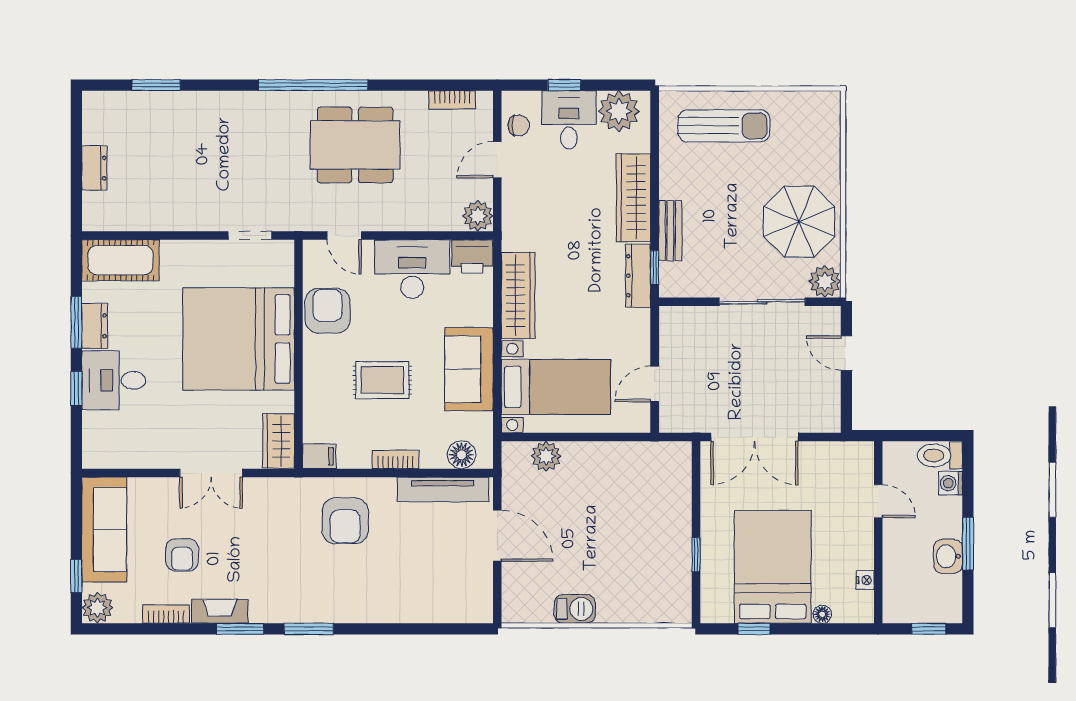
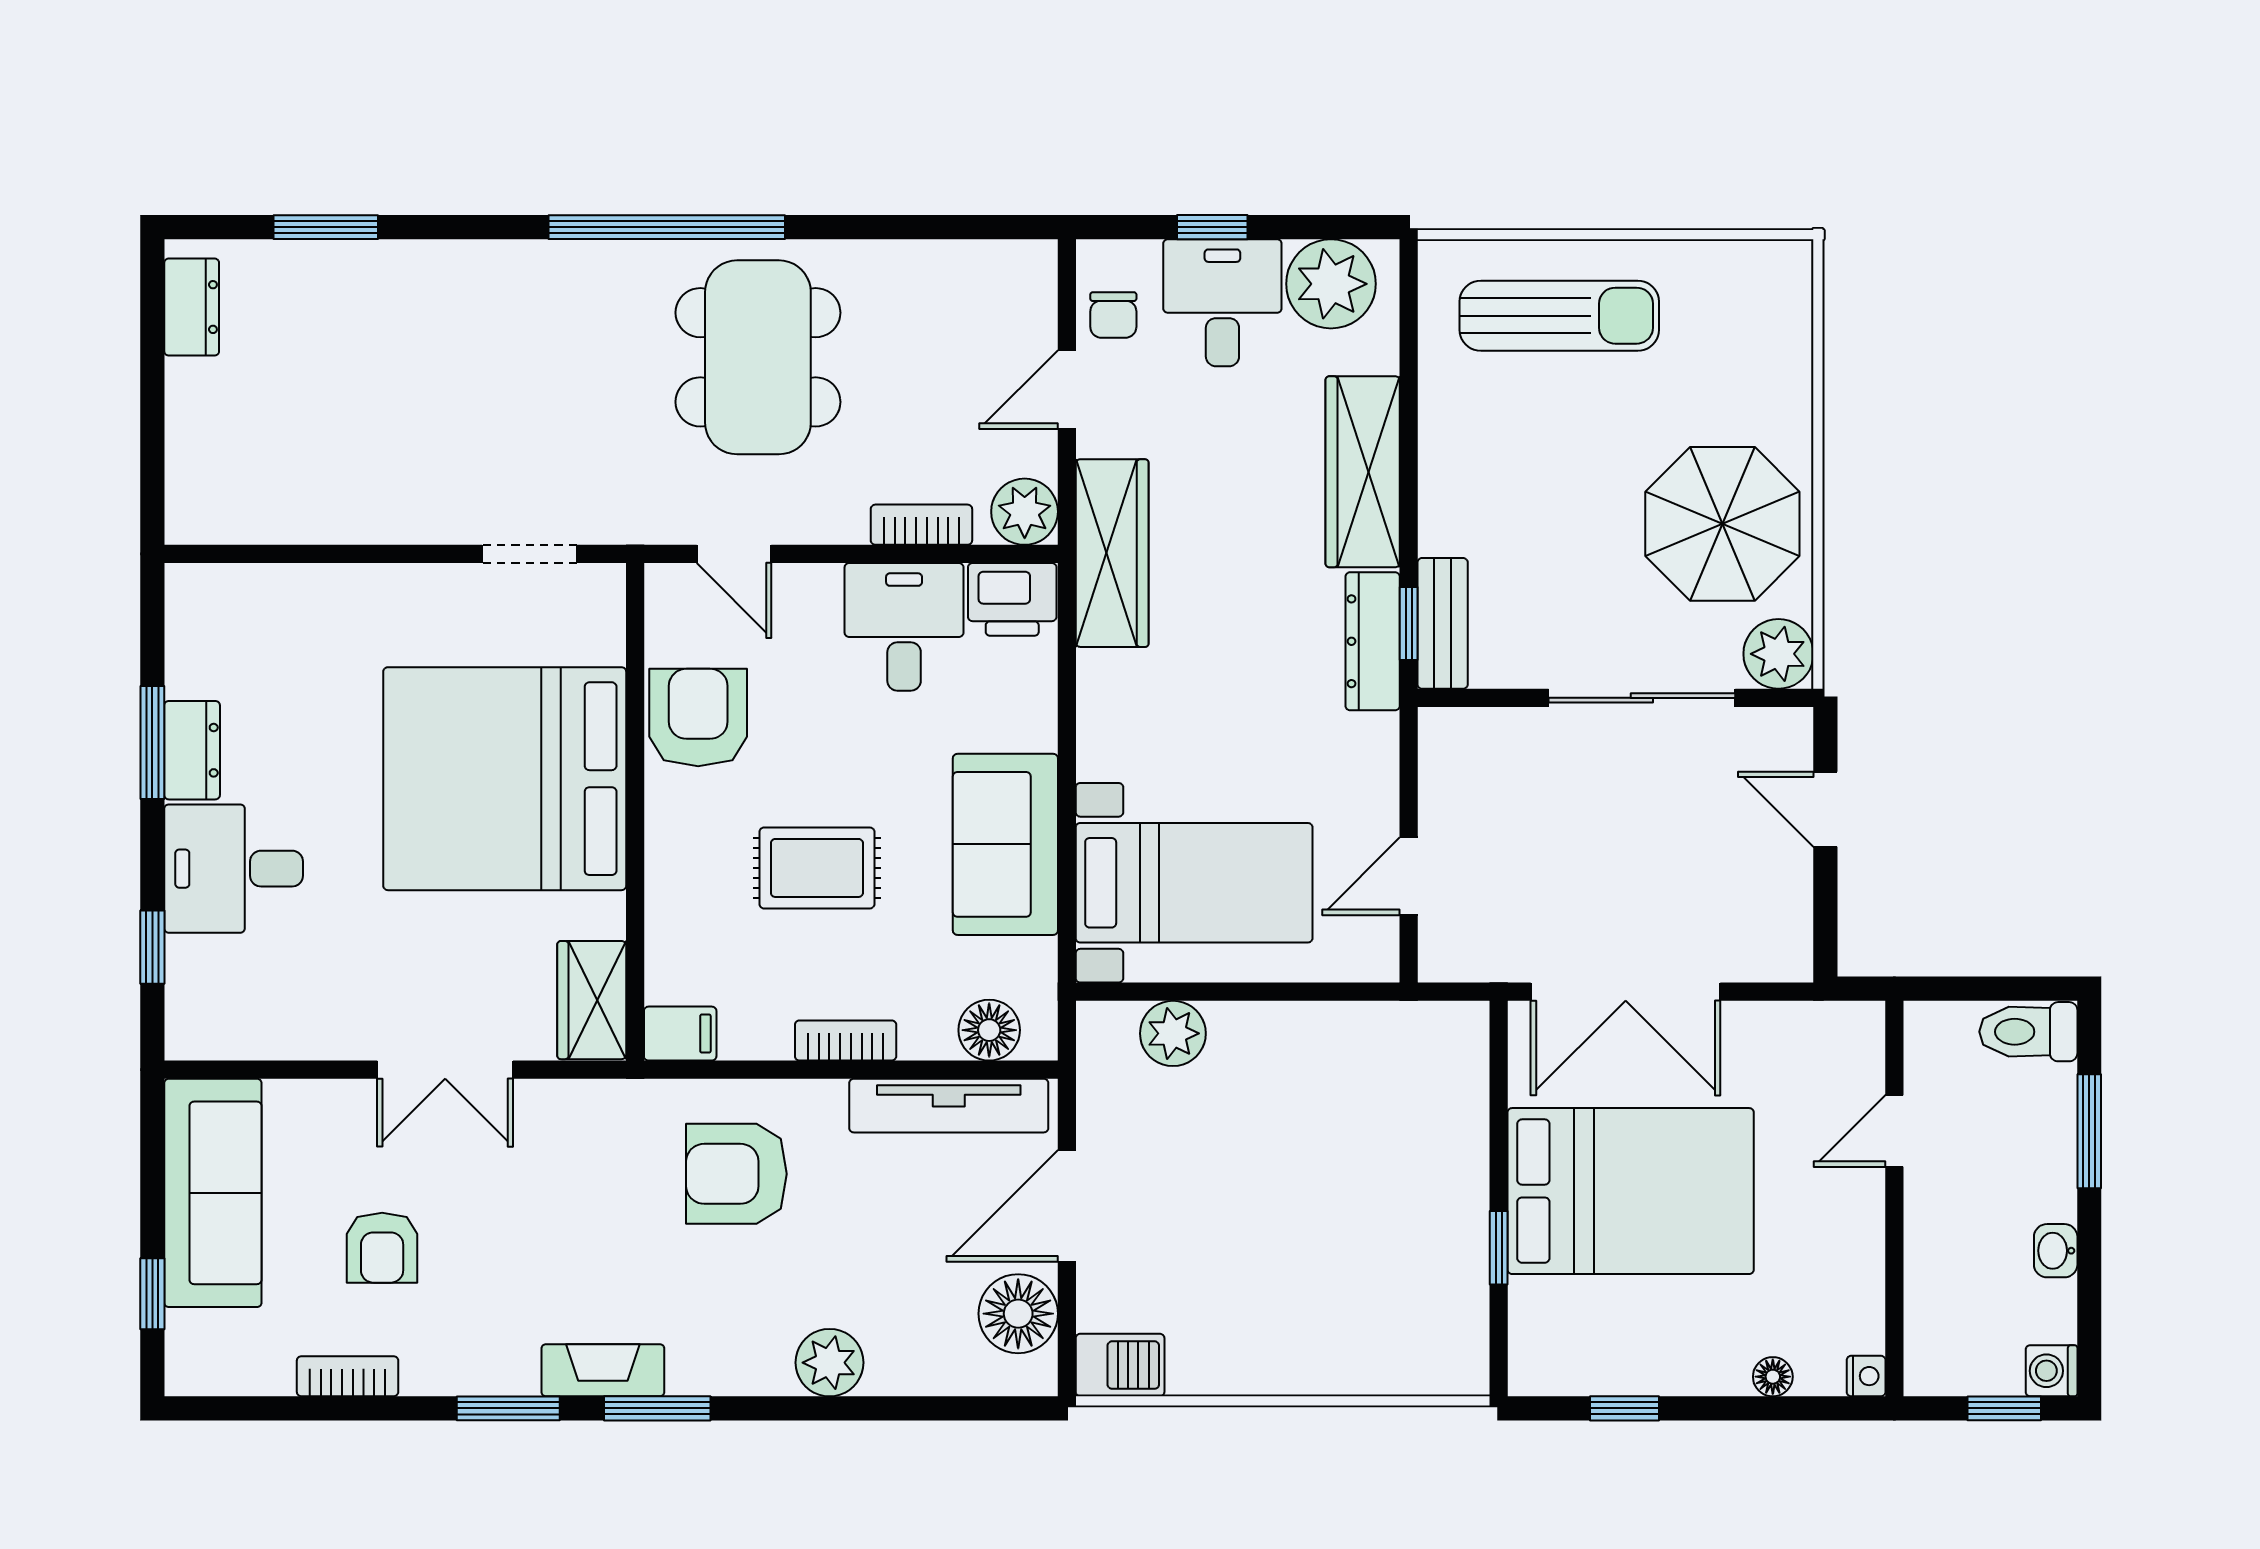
bookcase: (452, 100) -> (921, 525), moved, turned 180
chair: (519, 126) -> (1113, 315), turned 90
dining table: (355, 145) -> (758, 357), turned 90
dresser: (94, 168) -> (192, 307), moved
bench: (670, 231) -> (1443, 623), moved
cot: (120, 260) -> (248, 608), removed
desk: (412, 269) -> (904, 627), width x0.73
wardrobe: (518, 295) -> (1112, 553), moved
window: (76, 389) -> (152, 947), moved
washing machine: (951, 483) -> (2052, 1371), moved
door: (878, 501) -> (1894, 1131), swing flipped
armchair: (345, 521) -> (736, 1174), turned 90
door: (497, 536) -> (1067, 1206), swing flipped
window: (968, 544) -> (2089, 1131), moved
washbasin: (948, 556) -> (2056, 1251), width x0.72, depth x0.69
bed: (773, 567) -> (1631, 1191), moved, turned 90
nightstand: (865, 580) -> (1866, 1376), moved
floor lamp: (475, 585) -> (1018, 1314), added
plant: (97, 608) -> (829, 1363), moved
barbecue: (575, 609) -> (1120, 1365), moved
fireplace: (220, 611) -> (603, 1370), moved

